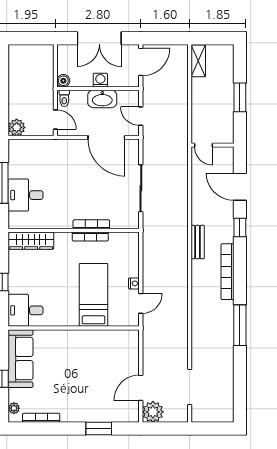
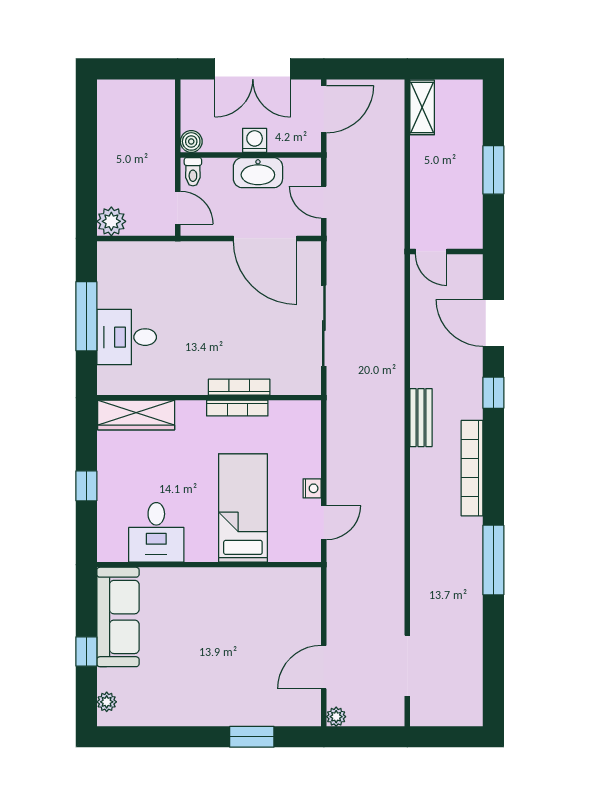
desk: (26, 310) -> (156, 532), moved, turned -90
plant: (153, 412) -> (336, 717), width x0.53, depth x0.53
bookcase: (41, 418) -> (153, 718), removed

